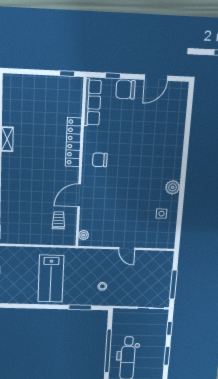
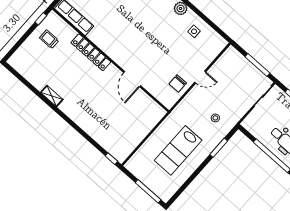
chair: (100, 160) -> (178, 83), moved
trolley: (59, 220) -> (49, 39), moved
plant: (84, 235) -> (164, 100), removed
lab bench: (51, 279) -> (178, 150), turned 90

